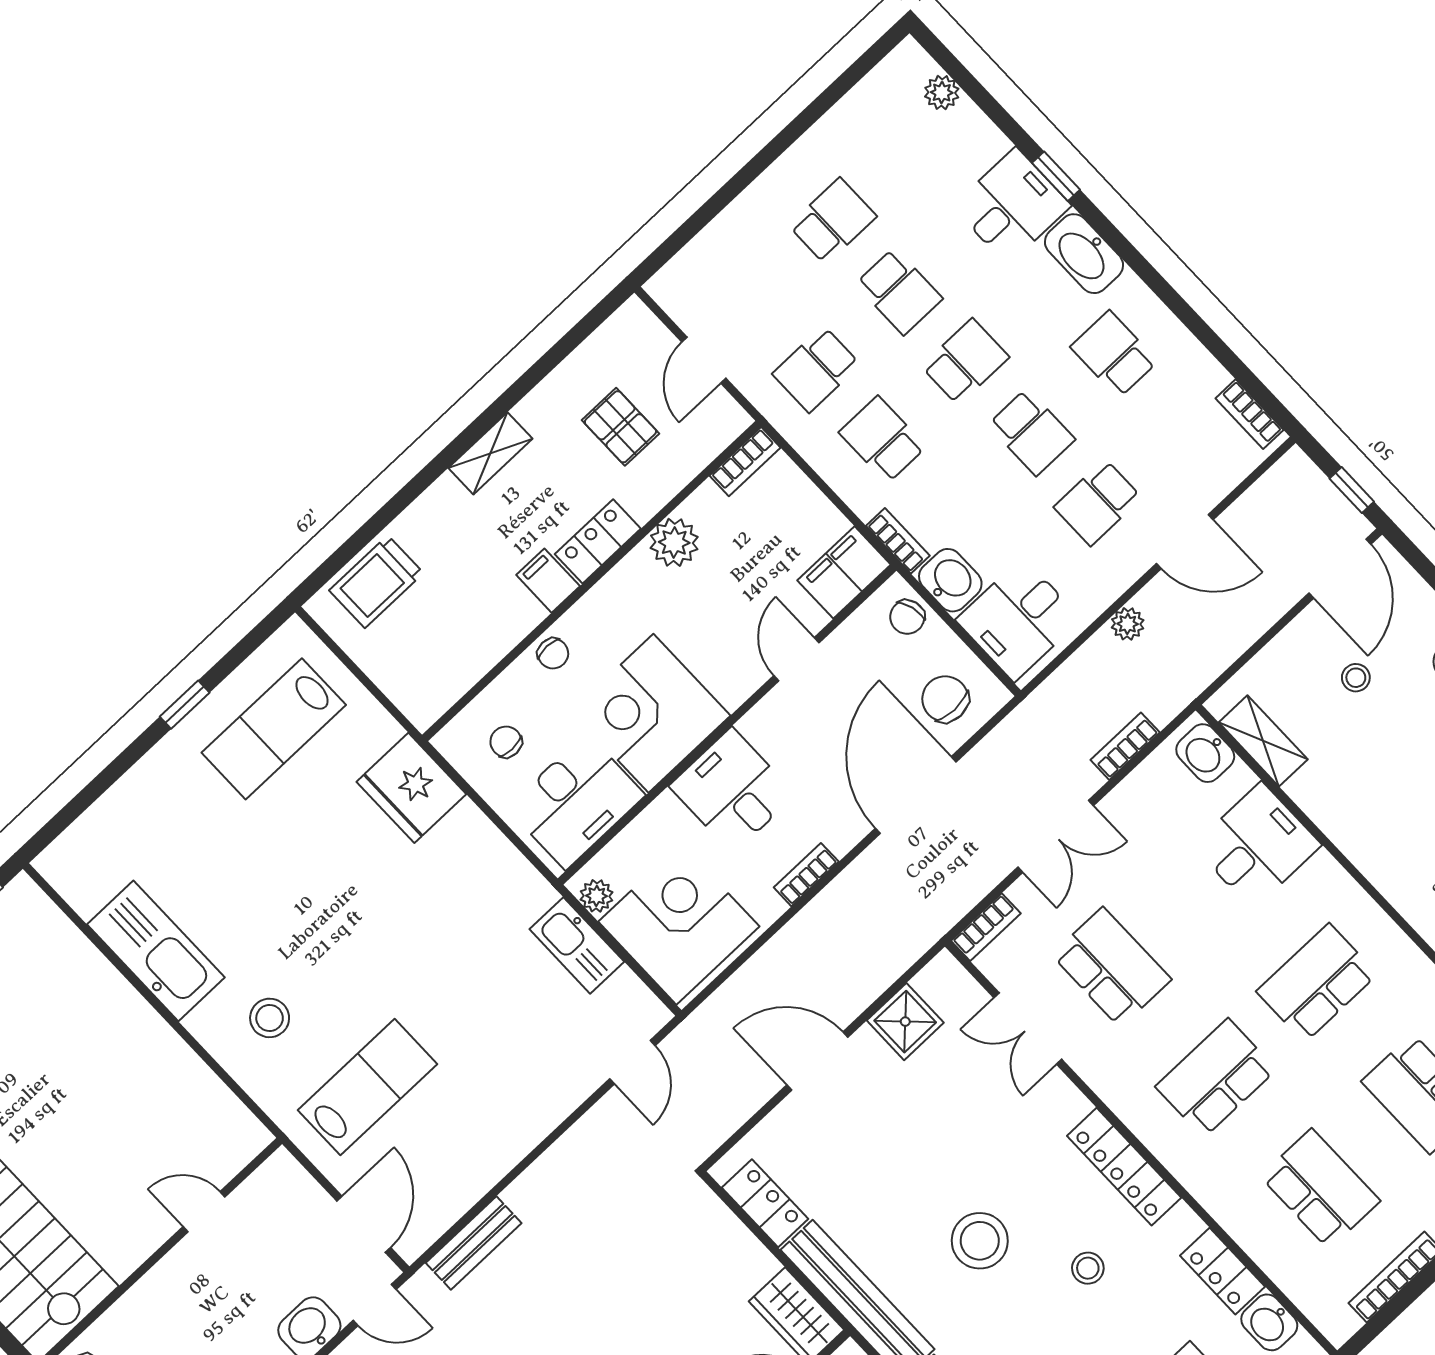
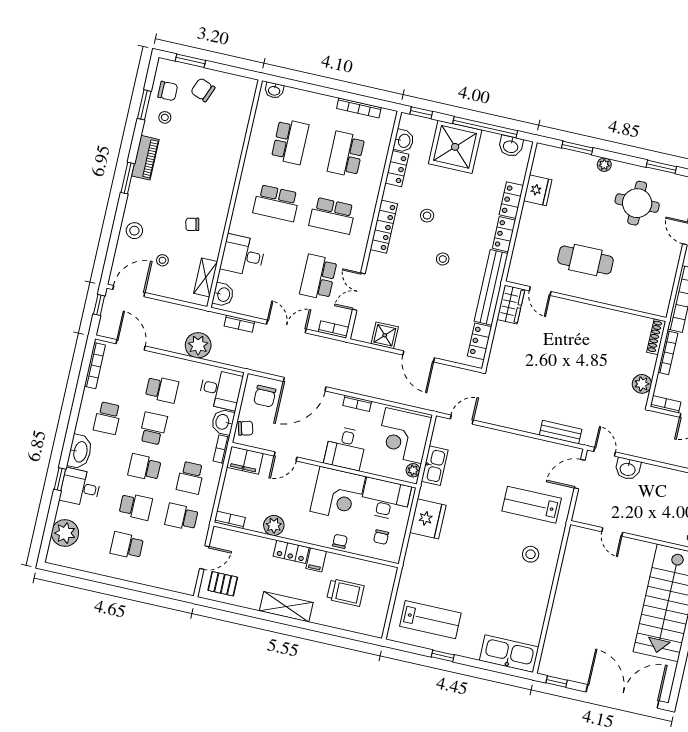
plant: (942, 93) -> (65, 533), width x1.88, depth x1.88
school desk: (899, 291) -> (136, 506), turned 90
school desk: (816, 369) -> (181, 517), turned 180
bookcase: (1249, 414) -> (95, 366), width x1.56
pallet: (620, 427) -> (223, 584), moved, turned 90
shelving: (490, 453) -> (286, 607), width x1.50, depth x1.33
door: (1185, 542) -> (131, 345), moved
trolley: (376, 582) -> (345, 592), moved
plant: (1128, 624) -> (198, 345), width x1.88, depth x1.88
chair: (1387, 786) -> (192, 224), added
fridge: (411, 788) -> (428, 519), moved
kitchen sink: (156, 951) -> (509, 654), moved, turned 90
double door: (1028, 1029) -> (359, 292), swing flipped
stool: (980, 1241) -> (443, 259), width x0.53, depth x0.53

